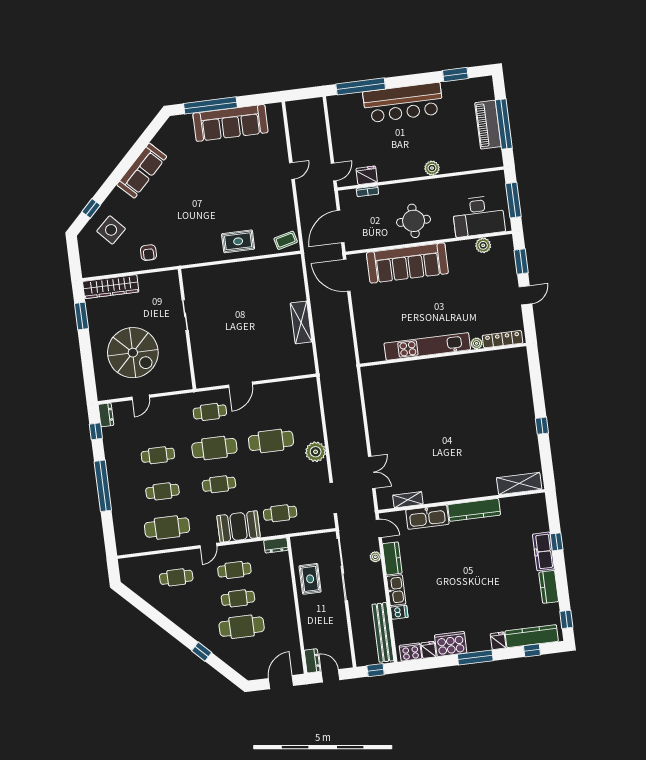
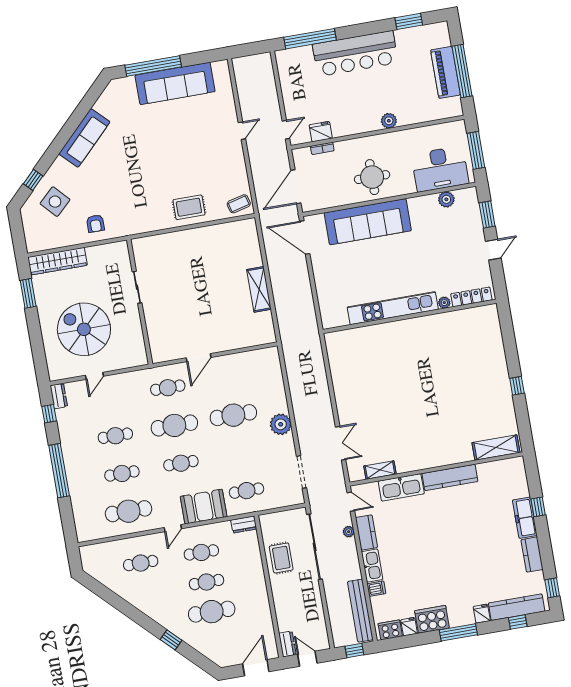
spiral stairs: (133, 353) -> (84, 329), turned 180

